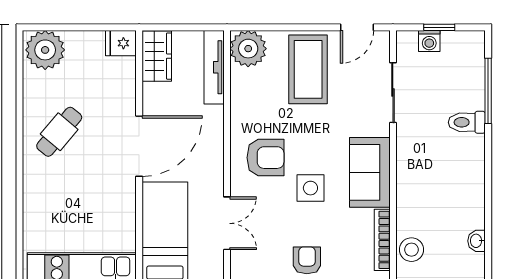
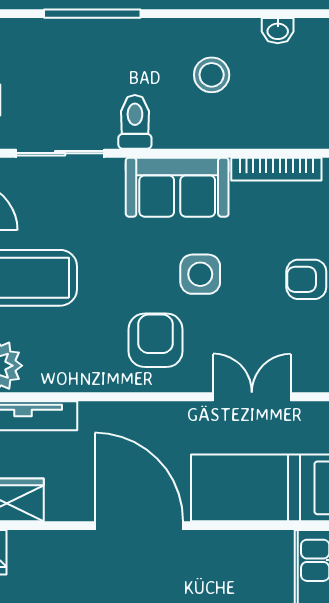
window: (488, 91) -> (92, 14), moved
toilet: (467, 122) -> (135, 122), moved, turned 180
stool: (411, 250) -> (212, 75), moved

